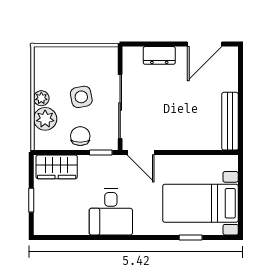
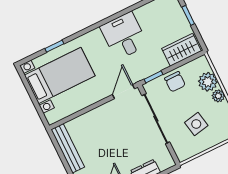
side table: (81, 97) -> (196, 124), moved
door: (141, 153) -> (123, 92), hinge flipped

